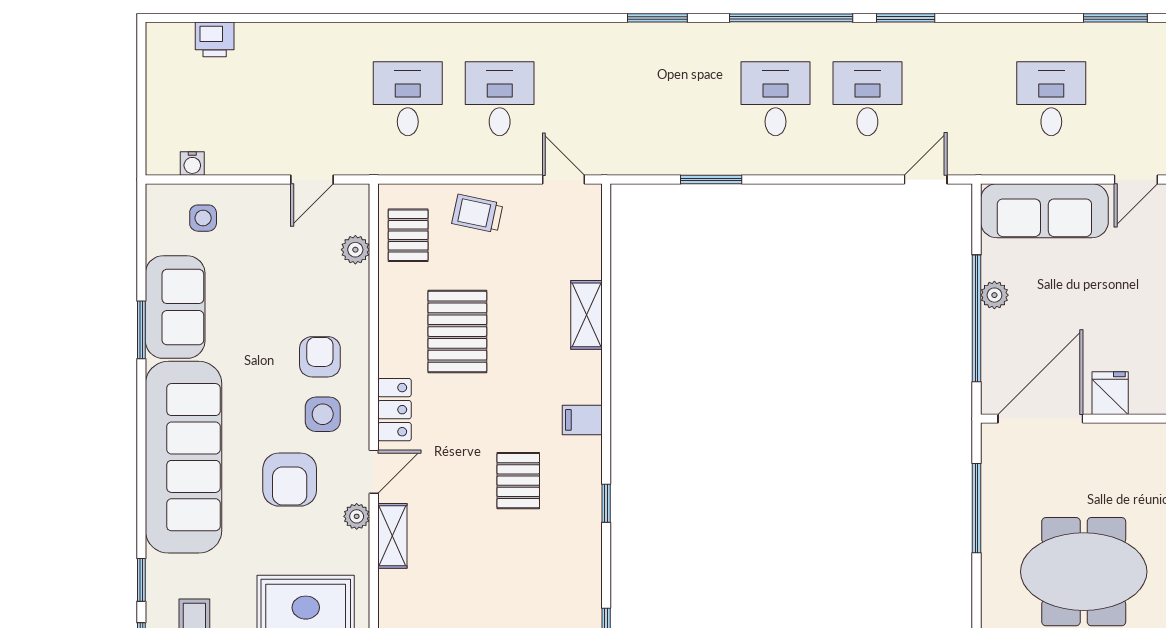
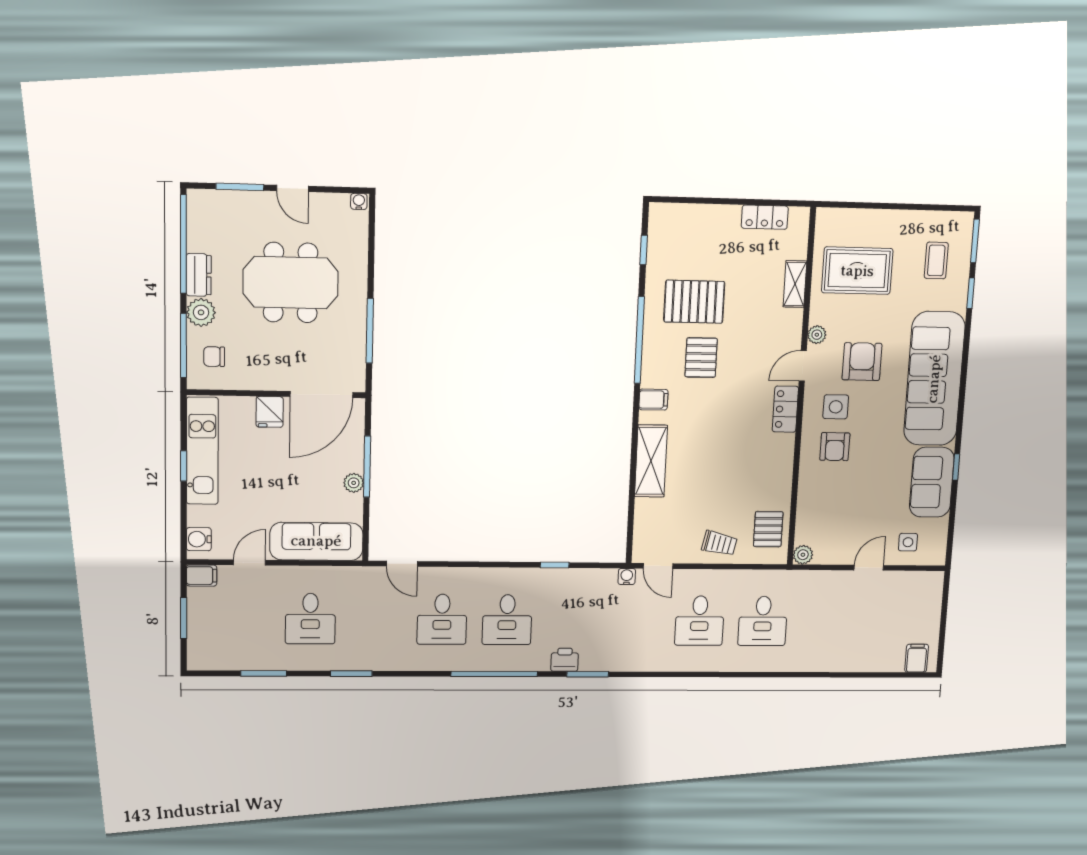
window: (906, 18) -> (351, 674), moved
printer: (215, 39) -> (565, 660), moved
filing cabinet: (177, 43) -> (917, 658), added
water cooler: (192, 164) -> (627, 577), moved
door: (312, 180) -> (869, 568), moved
window: (711, 180) -> (555, 565), width x0.67
door: (926, 180) -> (402, 564), hinge flipped
plant: (355, 250) -> (803, 555), moved
shelving: (586, 315) -> (651, 461), width x1.50, depth x1.33
window: (977, 318) -> (367, 467), width x0.68
window: (141, 330) -> (956, 467), width x0.67
pallet: (457, 332) -> (694, 302), moved, turned 90
window: (606, 503) -> (639, 340), width x3.17
shelving: (392, 536) -> (795, 284), moved

